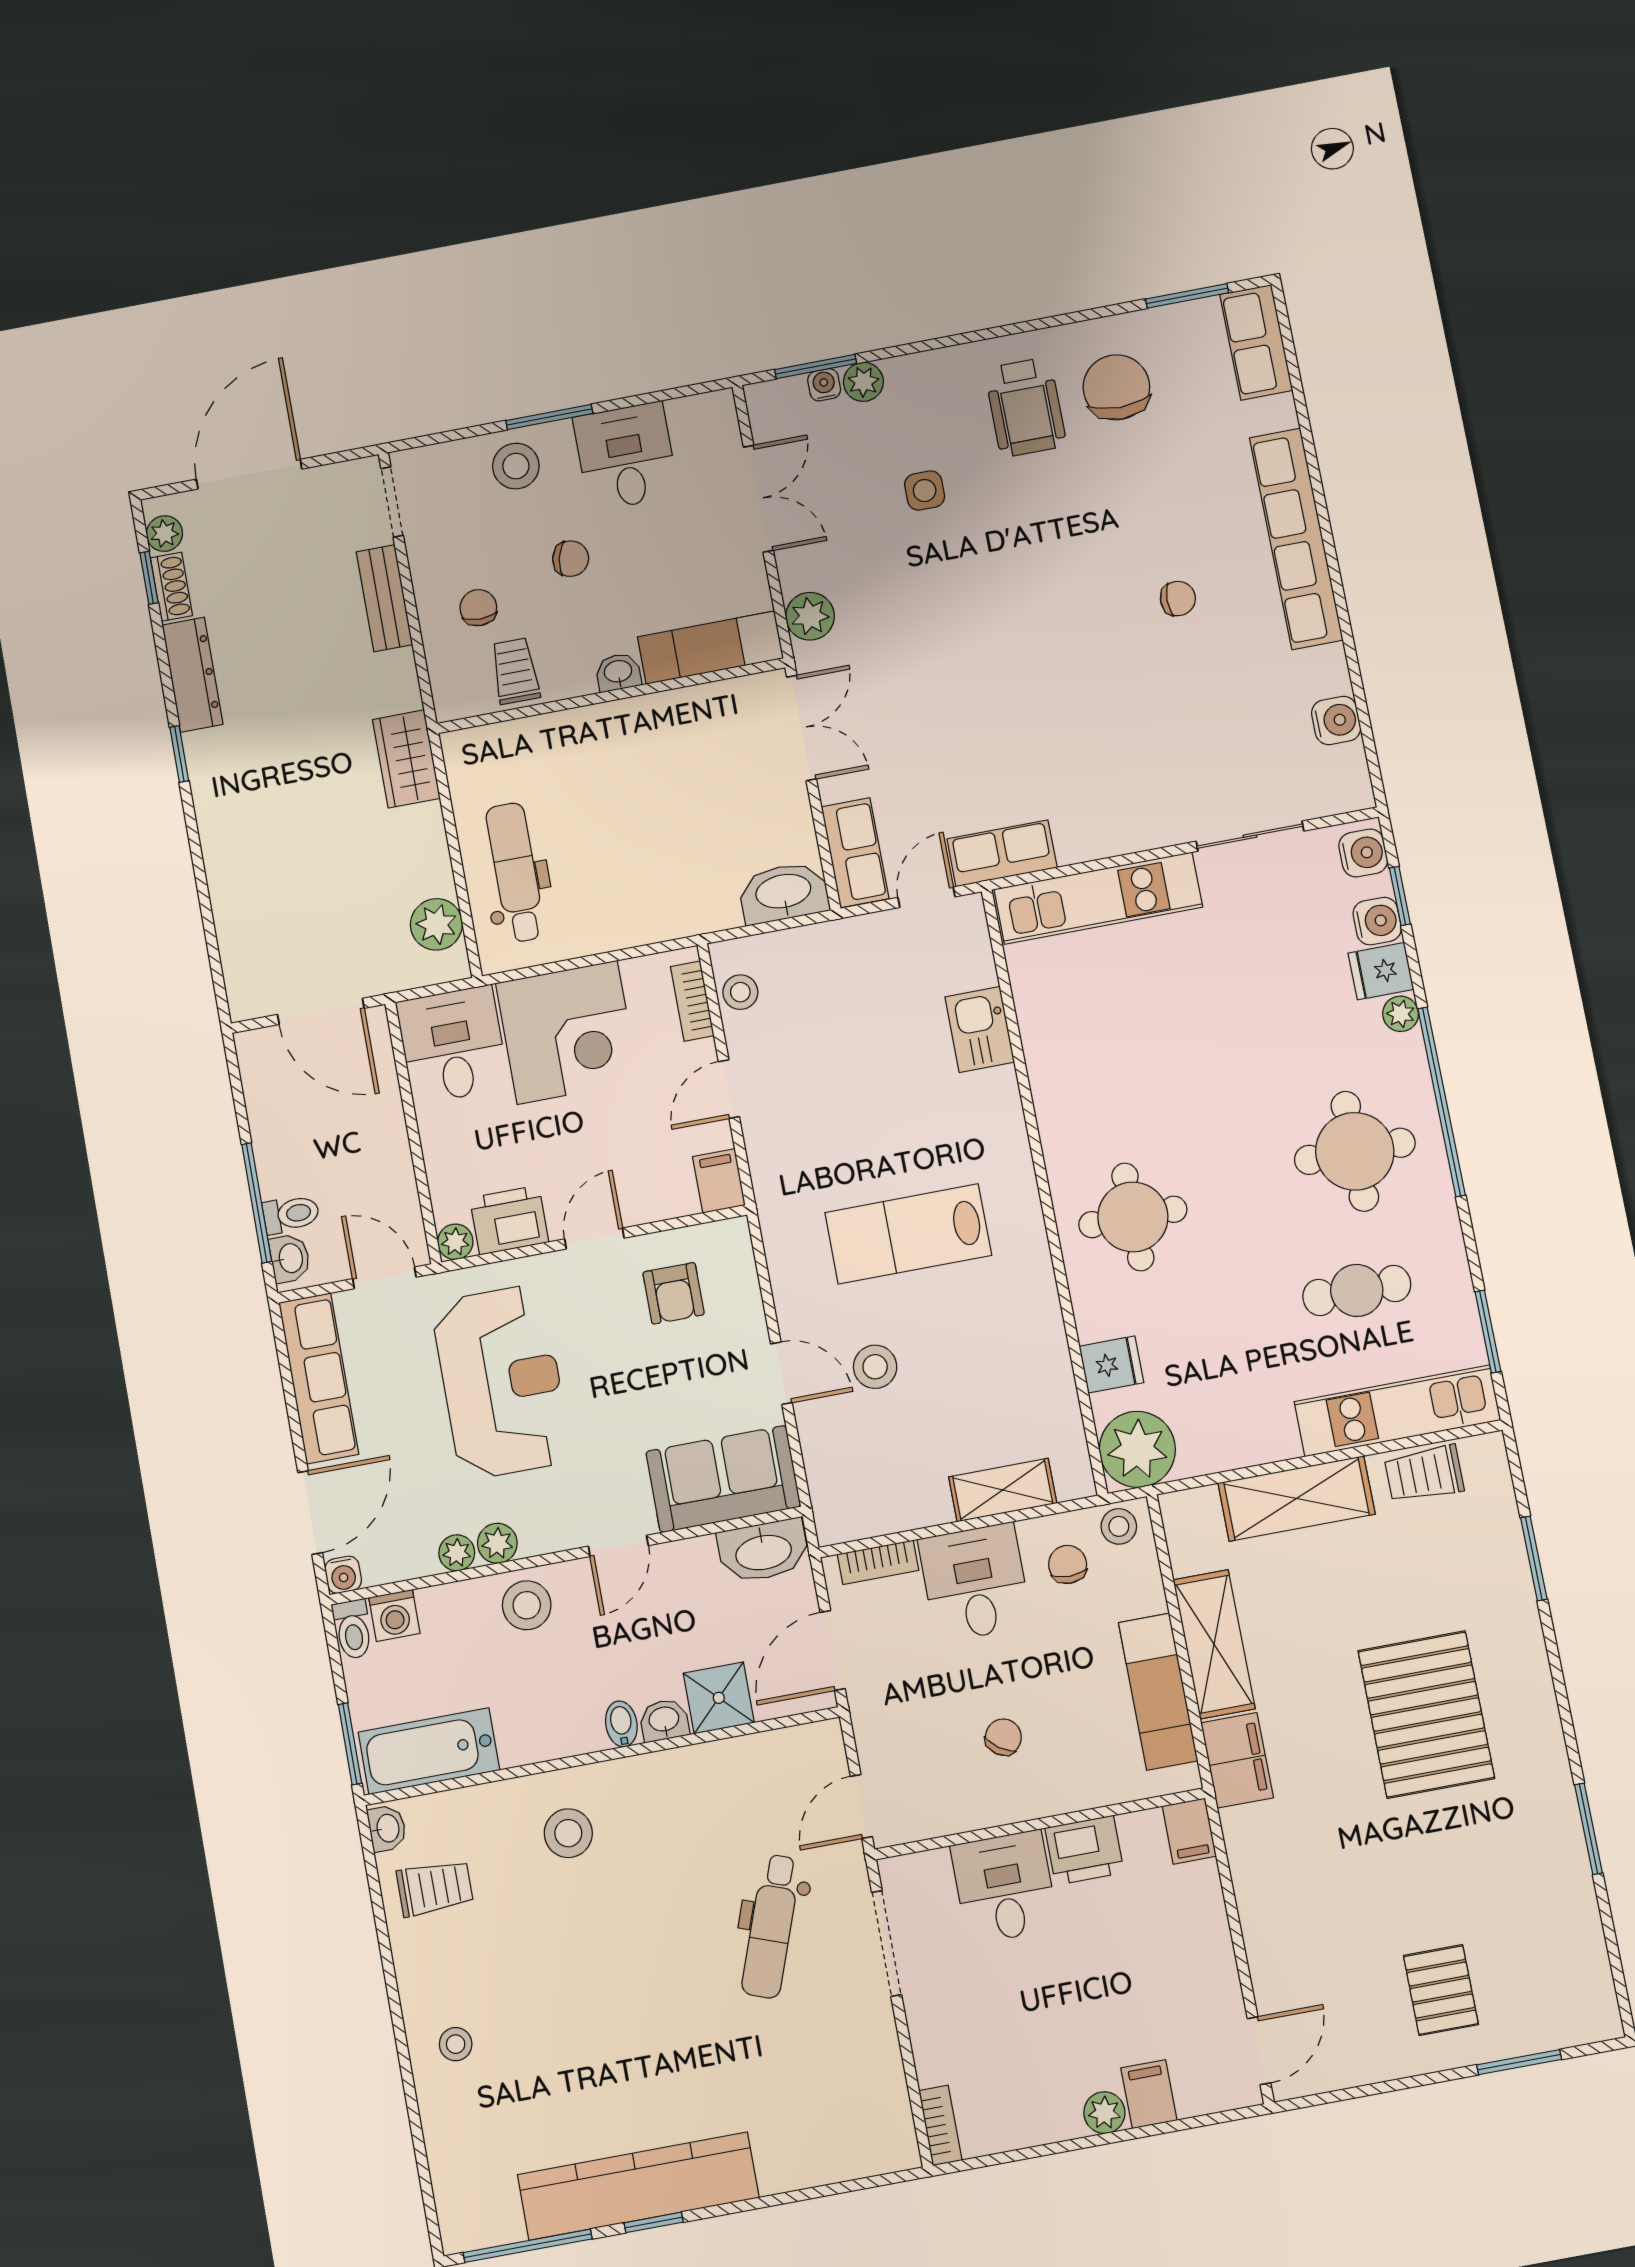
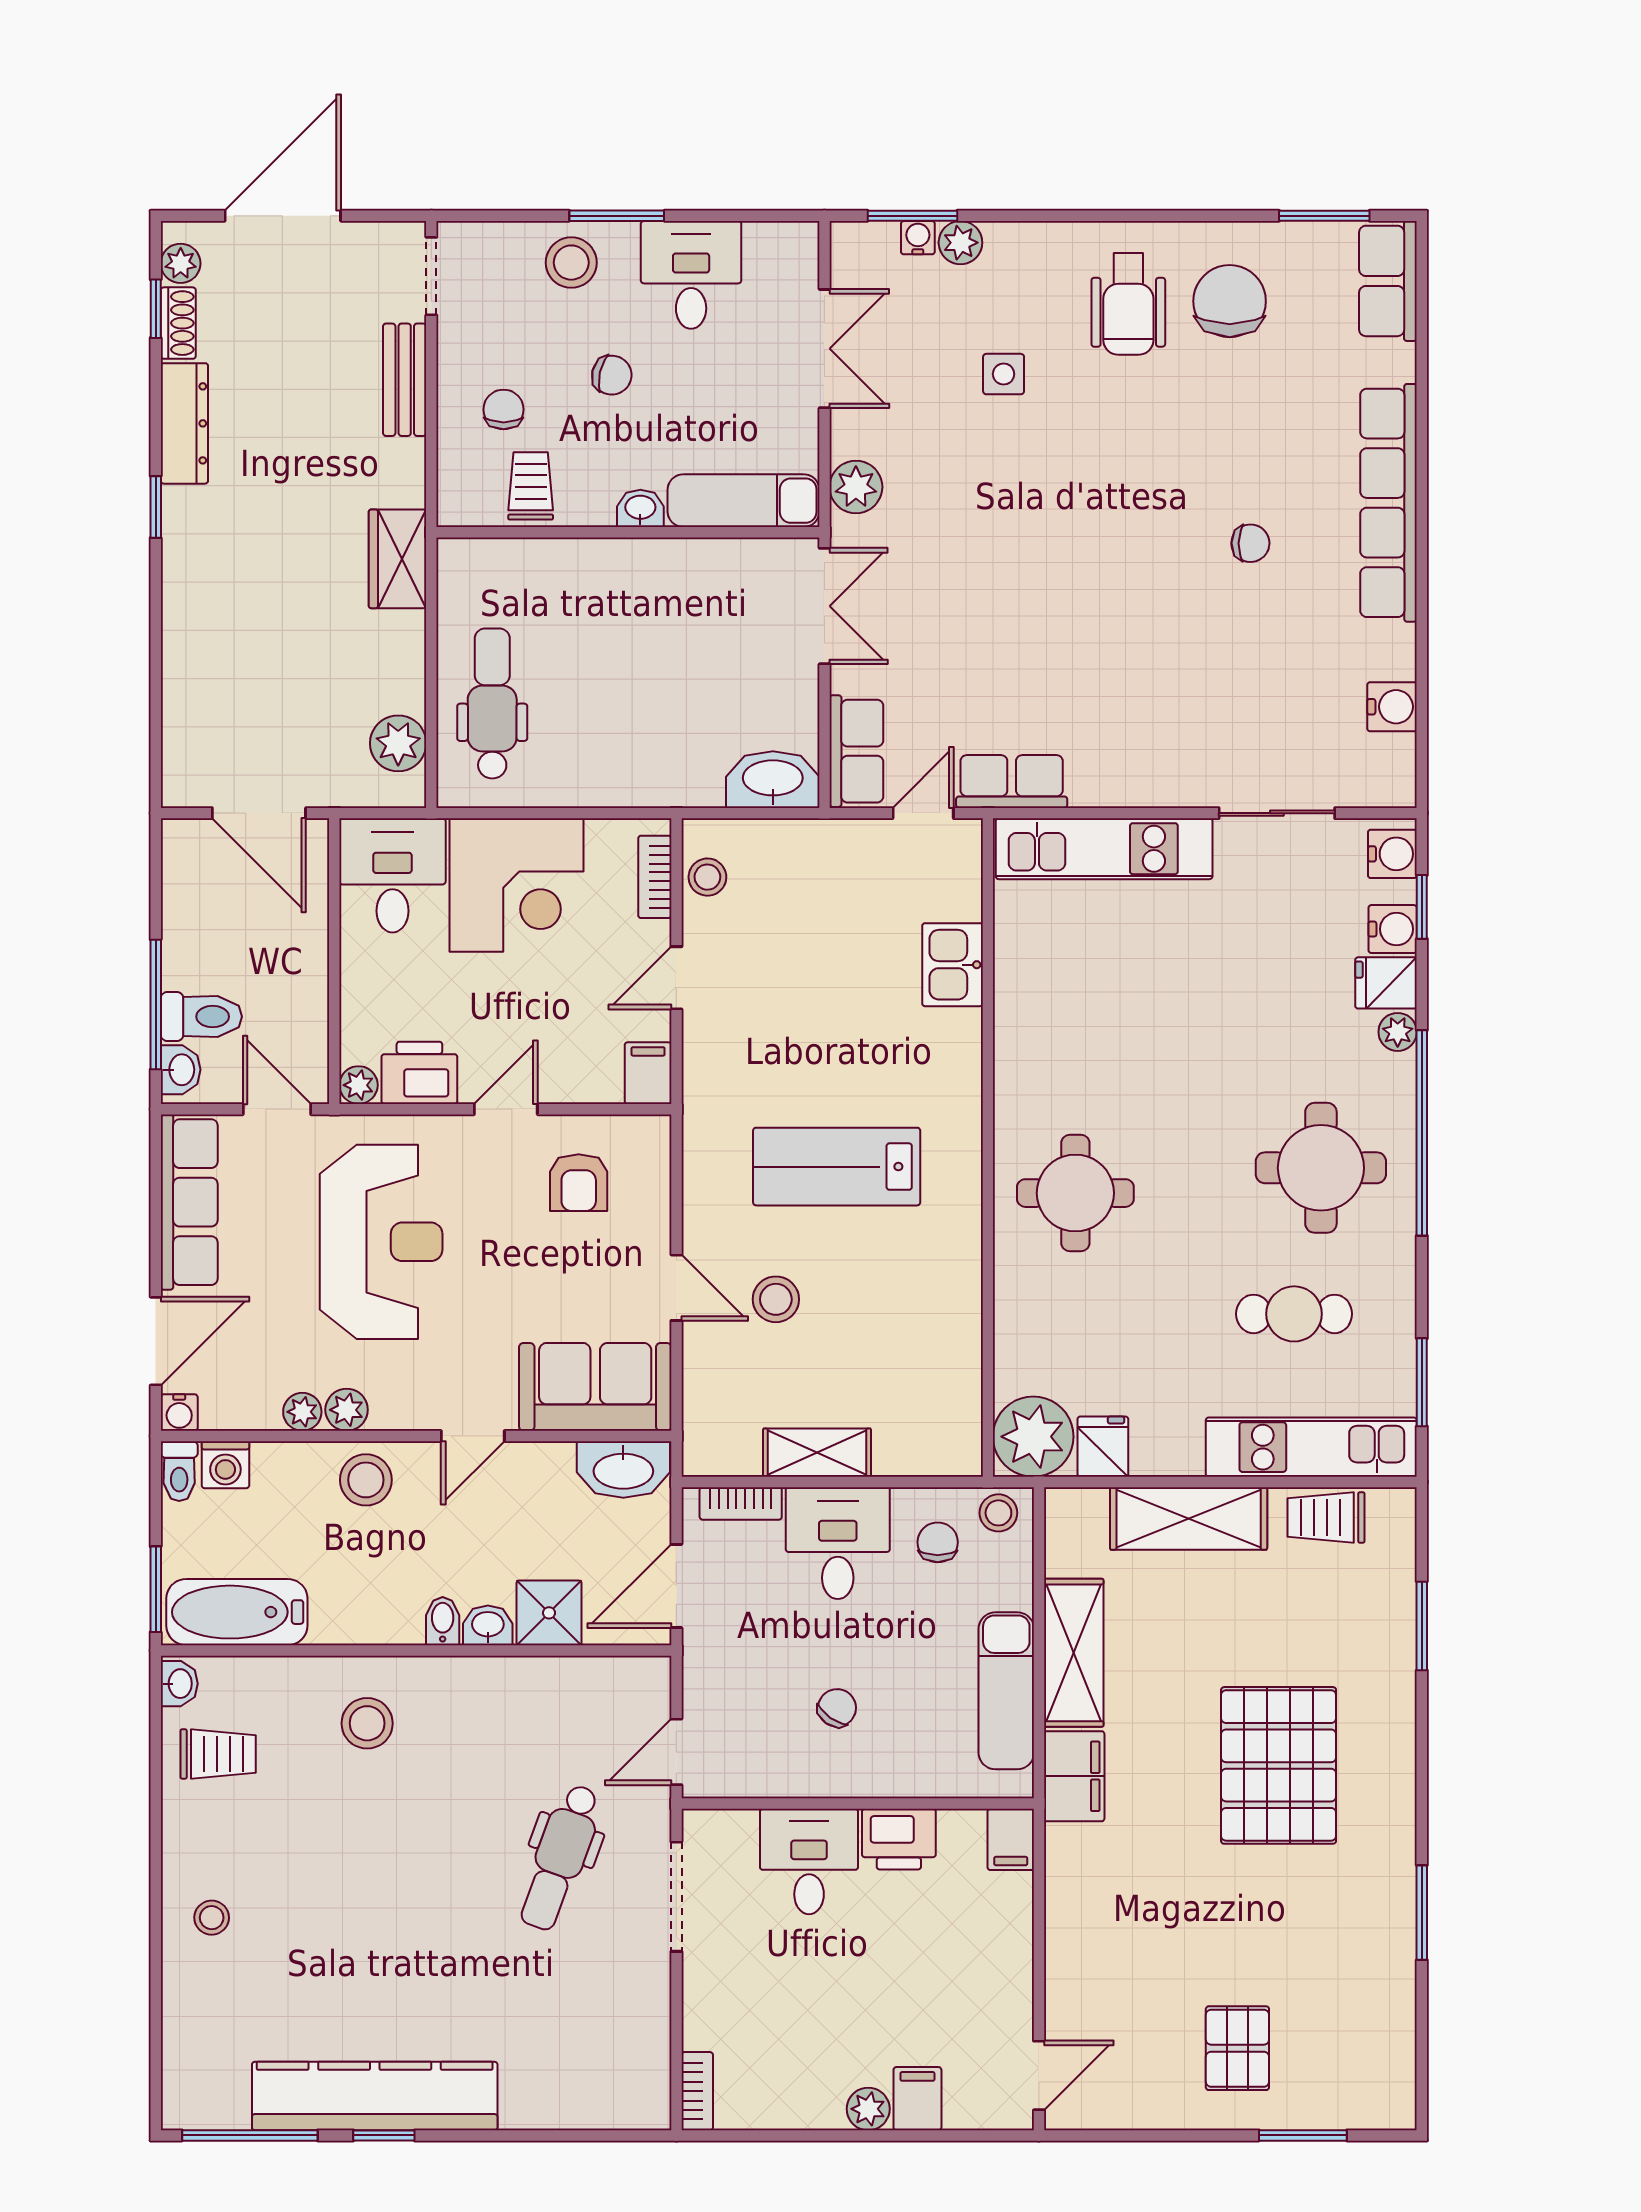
toilet: (291, 1214) -> (201, 1017), width x1.37, depth x1.39
fridge: (1111, 1364) -> (1103, 1447), moved, turned -90
shelving: (1003, 1490) -> (817, 1453), moved

